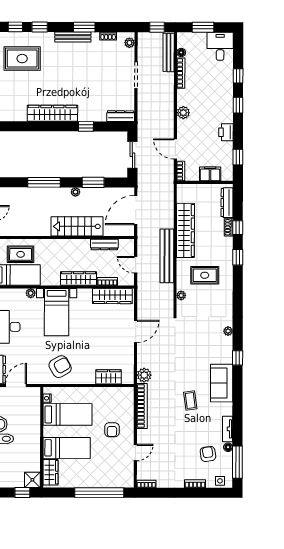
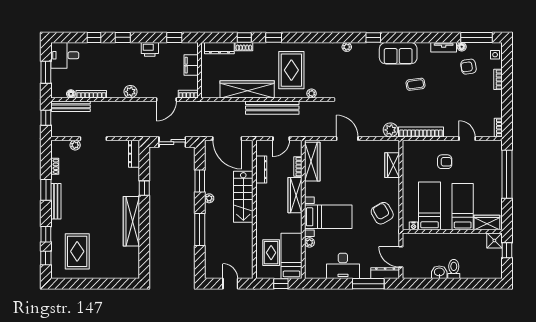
plant: (129, 43) -> (75, 145), moved
rug: (205, 275) -> (291, 70), width x1.36, depth x1.43

